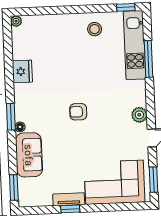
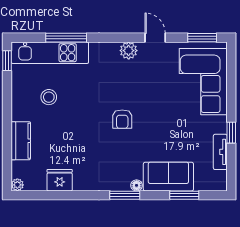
kitchen counter: (55, 23) -> (21, 141), added
stool: (95, 29) -> (49, 97), moved
fridge: (22, 71) -> (60, 180), moved
window: (14, 188) -> (184, 195), moved
tv unit: (69, 199) -> (220, 152), moved

